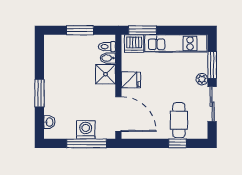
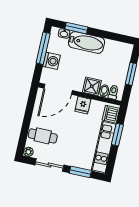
window: (142, 30) -> (117, 135), moved
plant: (202, 79) -> (28, 152), moved
bathtub: (54, 92) -> (86, 43), added
window: (39, 93) -> (76, 28), moved
window: (87, 143) -> (43, 48), moved
window: (177, 143) -> (25, 131), removed

